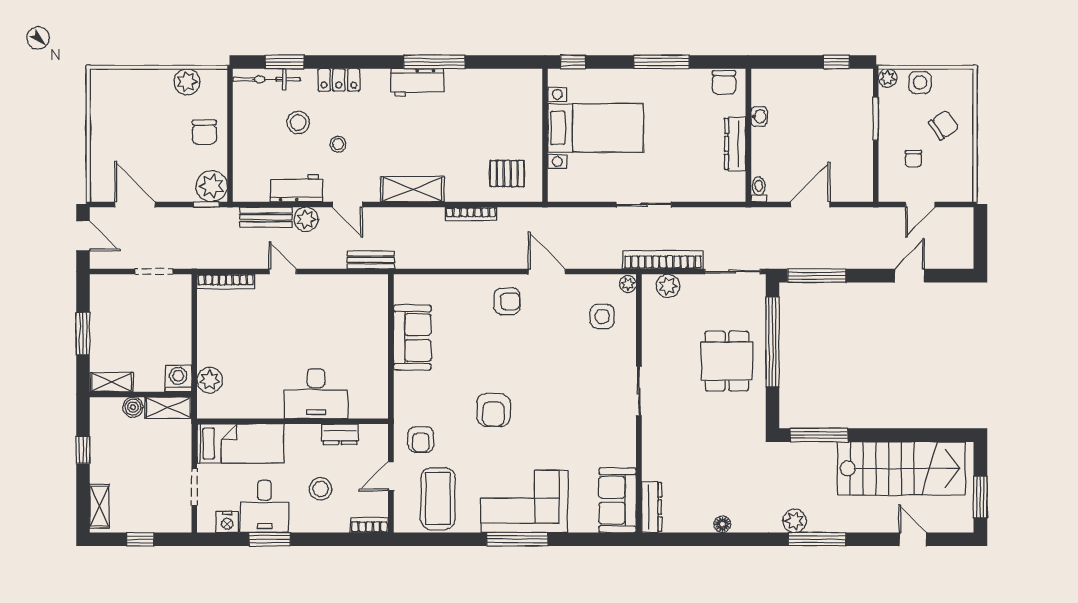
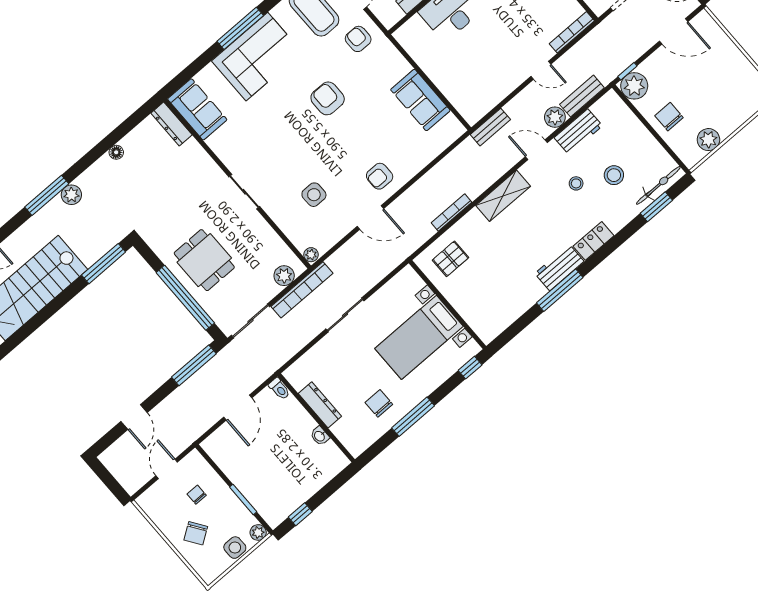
locker: (339, 80) -> (593, 241), moved
chair: (724, 82) -> (379, 403), moved
side table: (602, 317) -> (314, 195), moved

